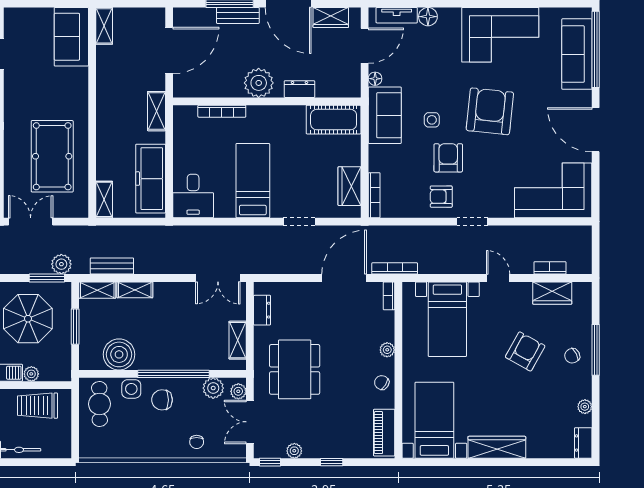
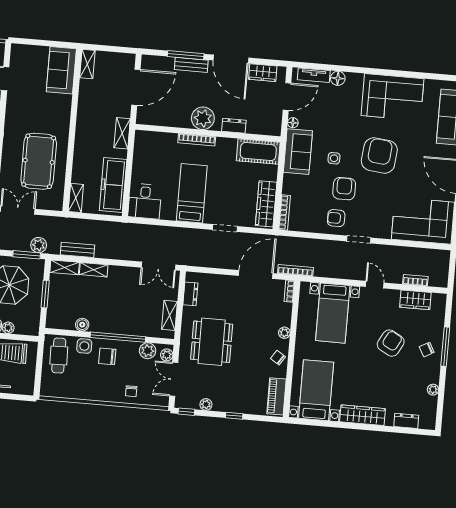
bookcase: (222, 111) -> (197, 140), moved
wardrobe: (350, 186) -> (266, 204), width x1.50
boiler: (119, 354) -> (82, 325), width x0.54, depth x0.54
dresser: (583, 443) -> (406, 421), moved, turned 90

